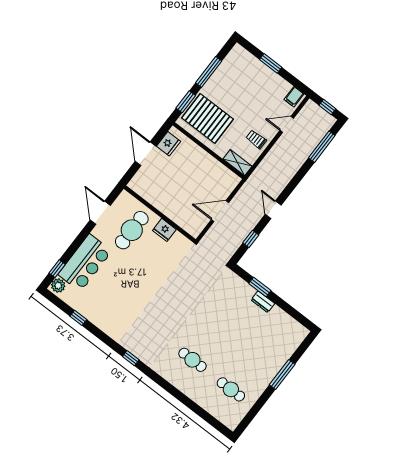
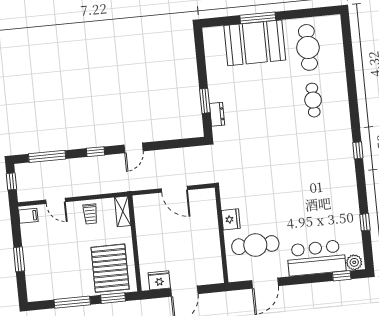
window: (251, 239) -> (96, 152), moved
dresser: (263, 302) -> (217, 114), moved
booth: (267, 357) -> (255, 43), added
cafe table: (231, 389) -> (308, 47), width x1.37, depth x1.35

